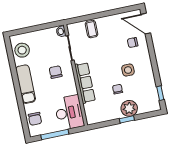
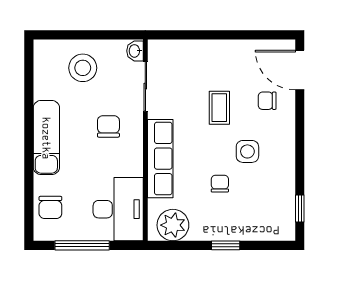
coffee table: (92, 29) -> (219, 108), moved
stool: (22, 50) -> (83, 68), moved
plant: (129, 108) -> (173, 225), moved

